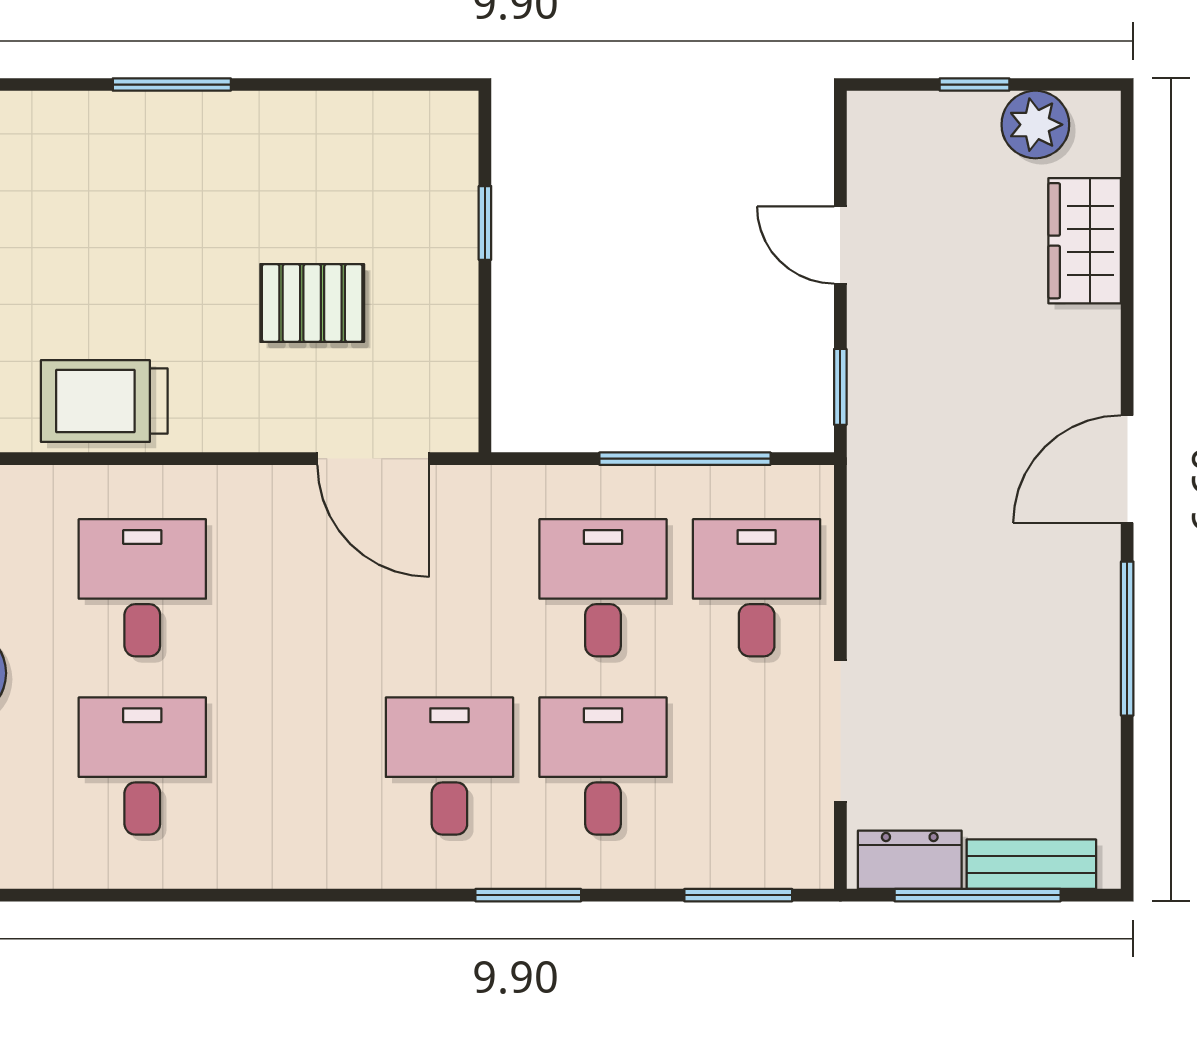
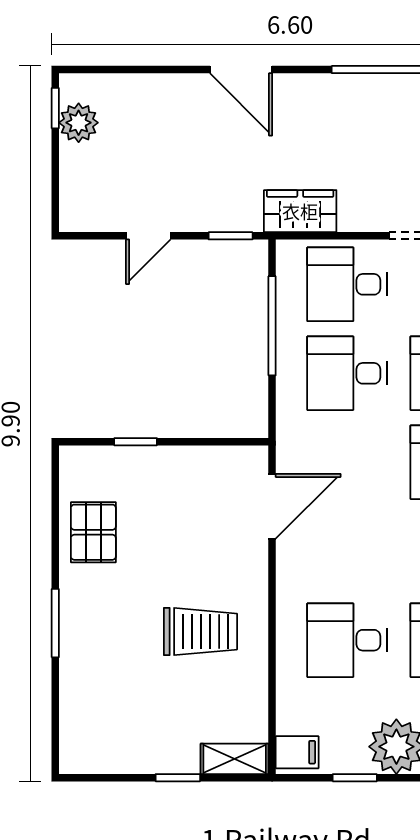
window: (975, 85) -> (55, 108), moved
wardrobe: (1085, 241) -> (300, 211), moved, turned 180
pallet: (312, 303) -> (93, 532), moved
trolley: (104, 401) -> (200, 632), moved, turned -90
door: (1127, 469) -> (241, 70), moved

